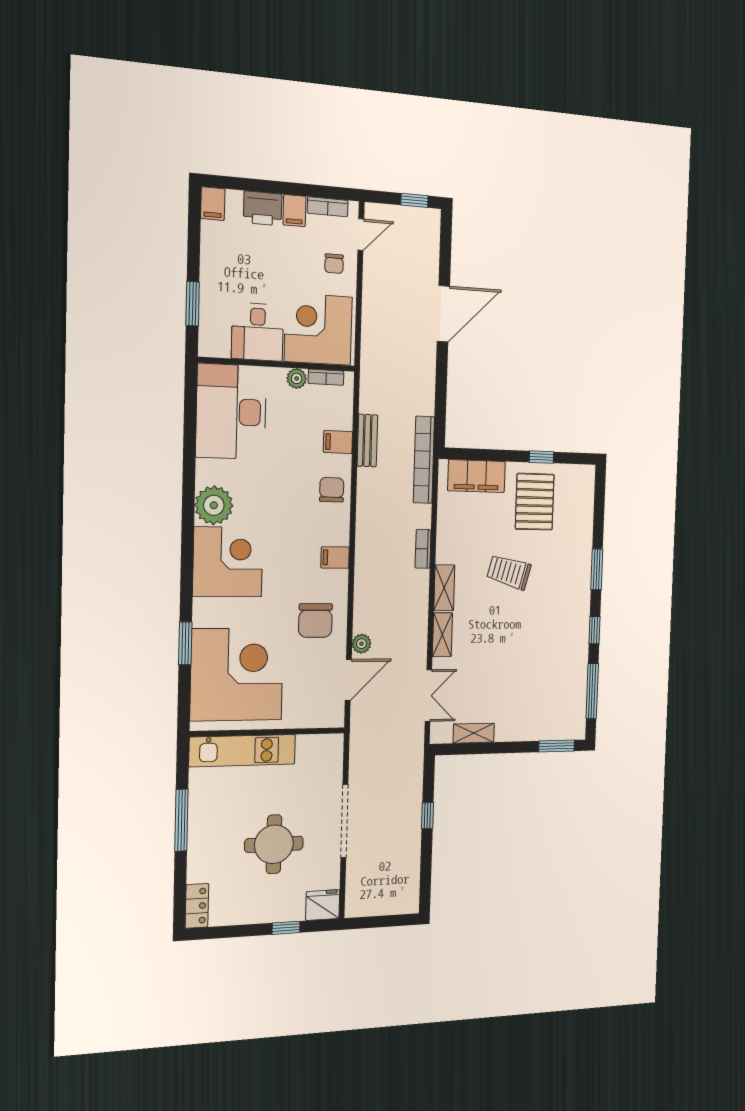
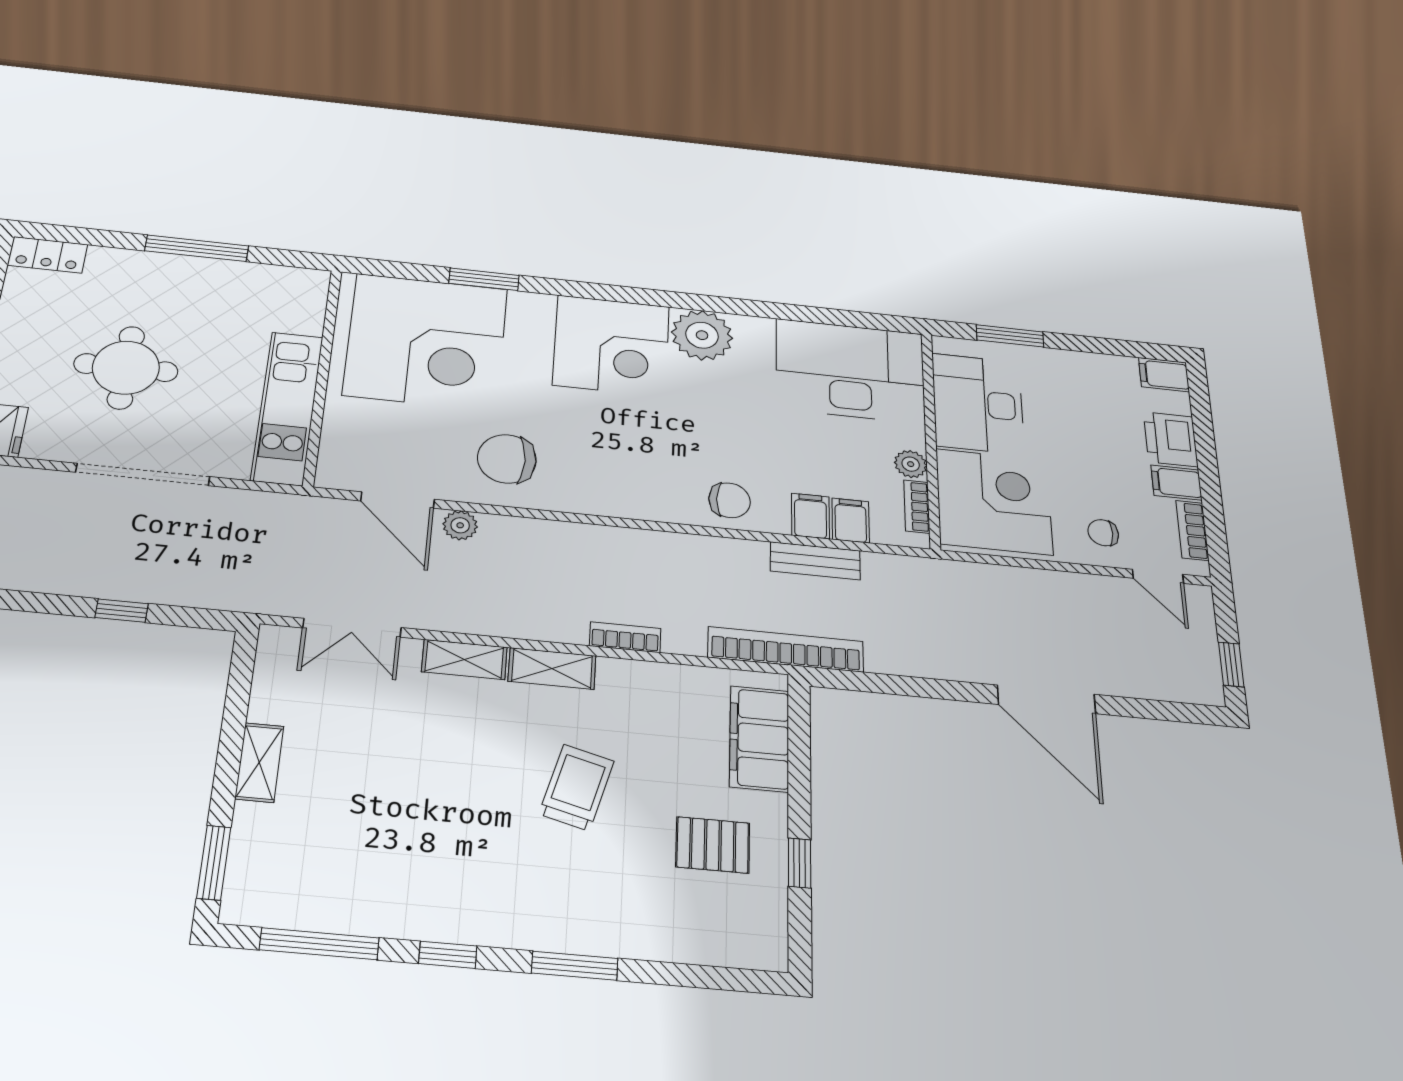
desk: (258, 332) -> (978, 404), width x1.37
pallet: (535, 502) -> (713, 845), width x0.67, depth x0.71
filing cabinet: (335, 558) -> (851, 520), moved
shelving: (474, 733) -> (259, 762), moved
kitchen unit: (242, 751) -> (287, 408), moved

